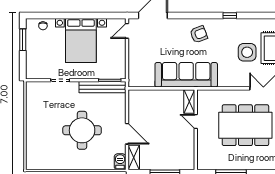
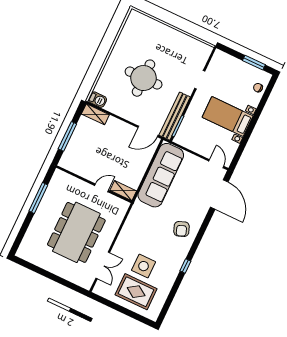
bed with nightstands: (81, 40) -> (228, 117), width x0.73
sofa: (186, 75) -> (161, 175), moved
door: (127, 134) -> (148, 131), moved

